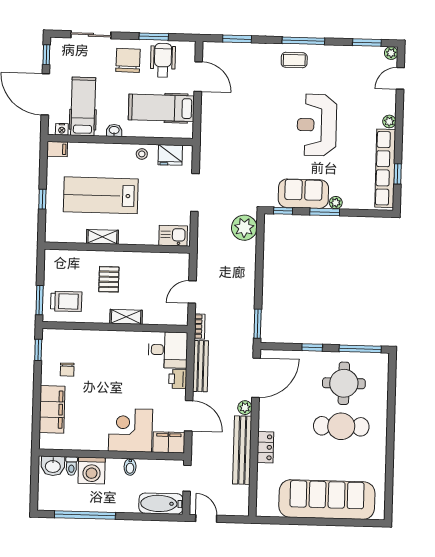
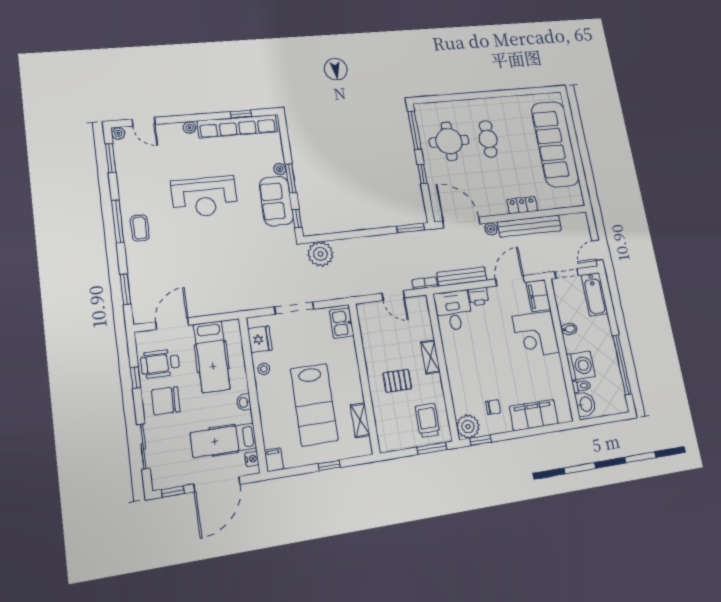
window: (154, 37) -> (135, 378), width x0.67
shelving: (102, 237) -> (360, 420), moved
plant: (53, 340) -> (468, 427), added
cafe table: (341, 426) -> (488, 139), width x0.73, depth x0.74

